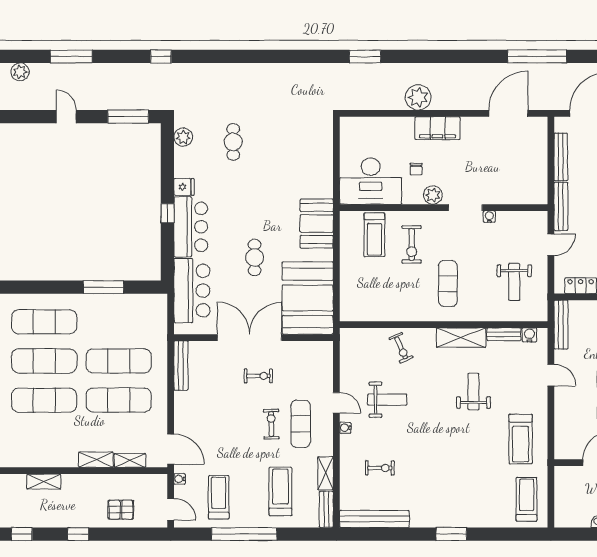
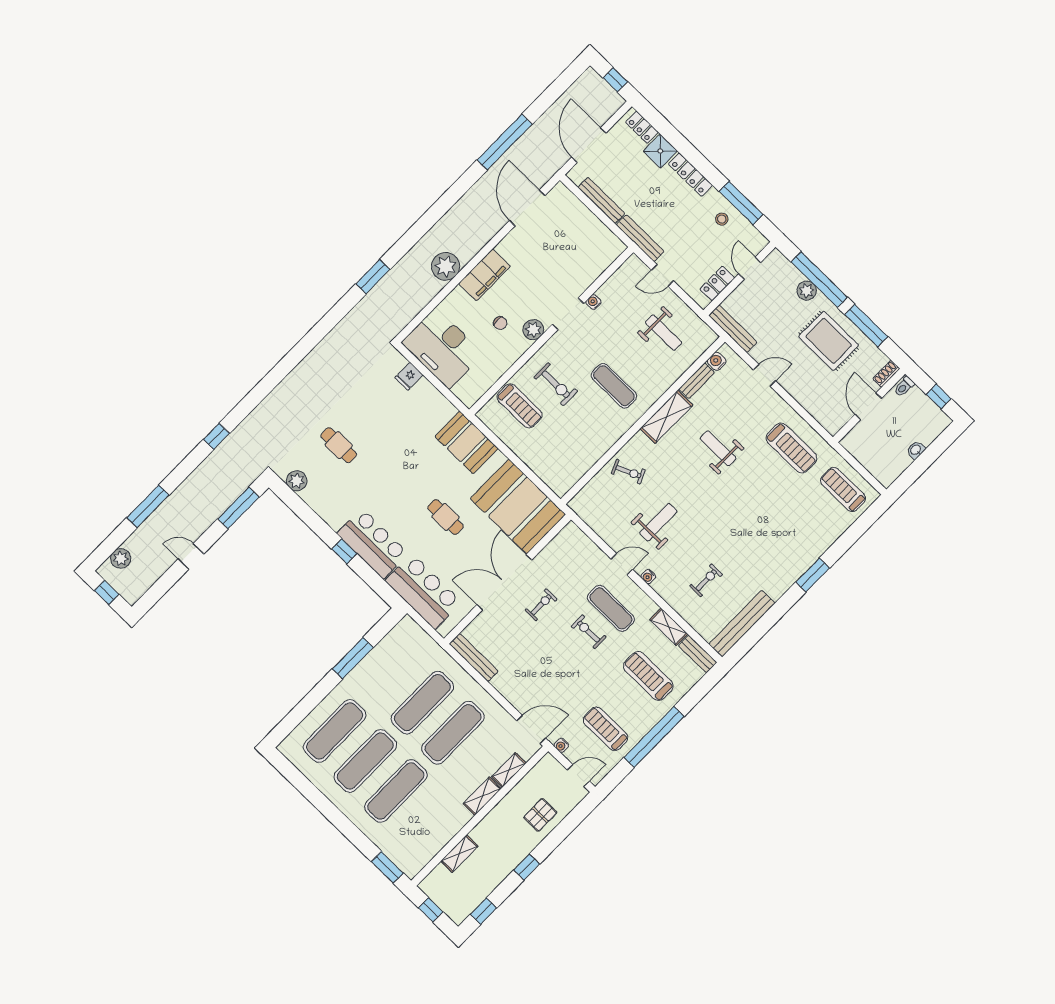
desk: (371, 181) -> (442, 348), moved, turned 90
fridge: (184, 187) -> (409, 376), moved, turned 180
door: (551, 245) -> (662, 275), swing flipped

